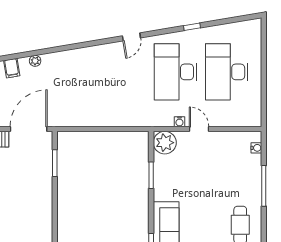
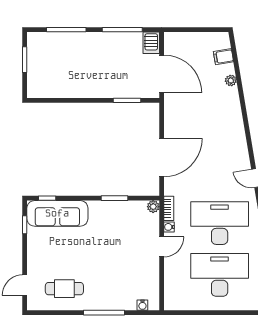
bookcase: (161, 122) -> (169, 208), added
door: (111, 129) -> (162, 157), added
plant: (165, 143) -> (153, 207), width x0.53, depth x0.53

